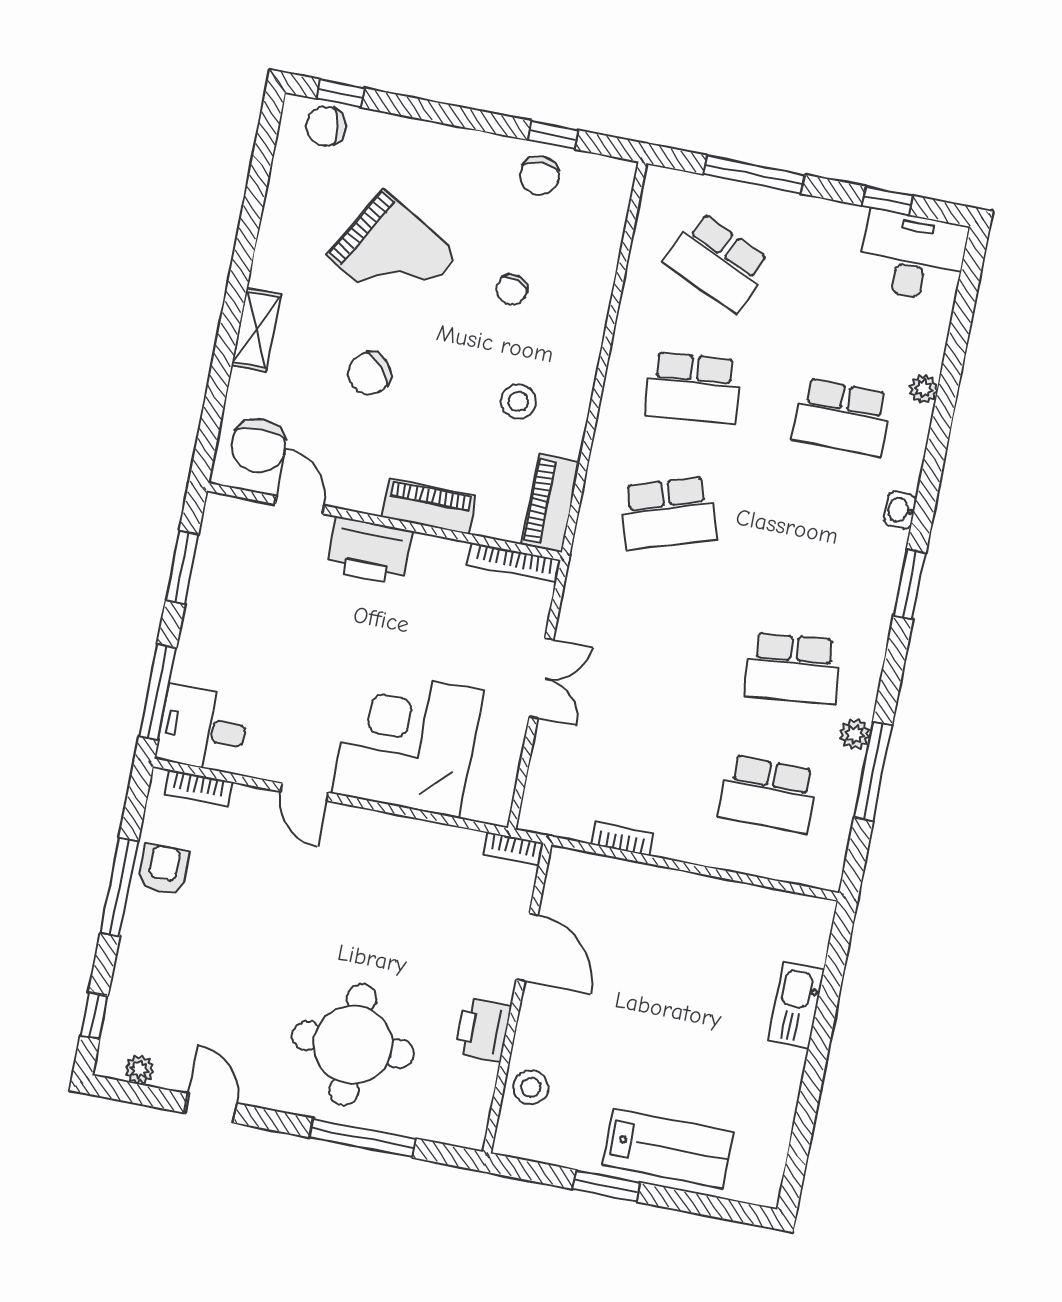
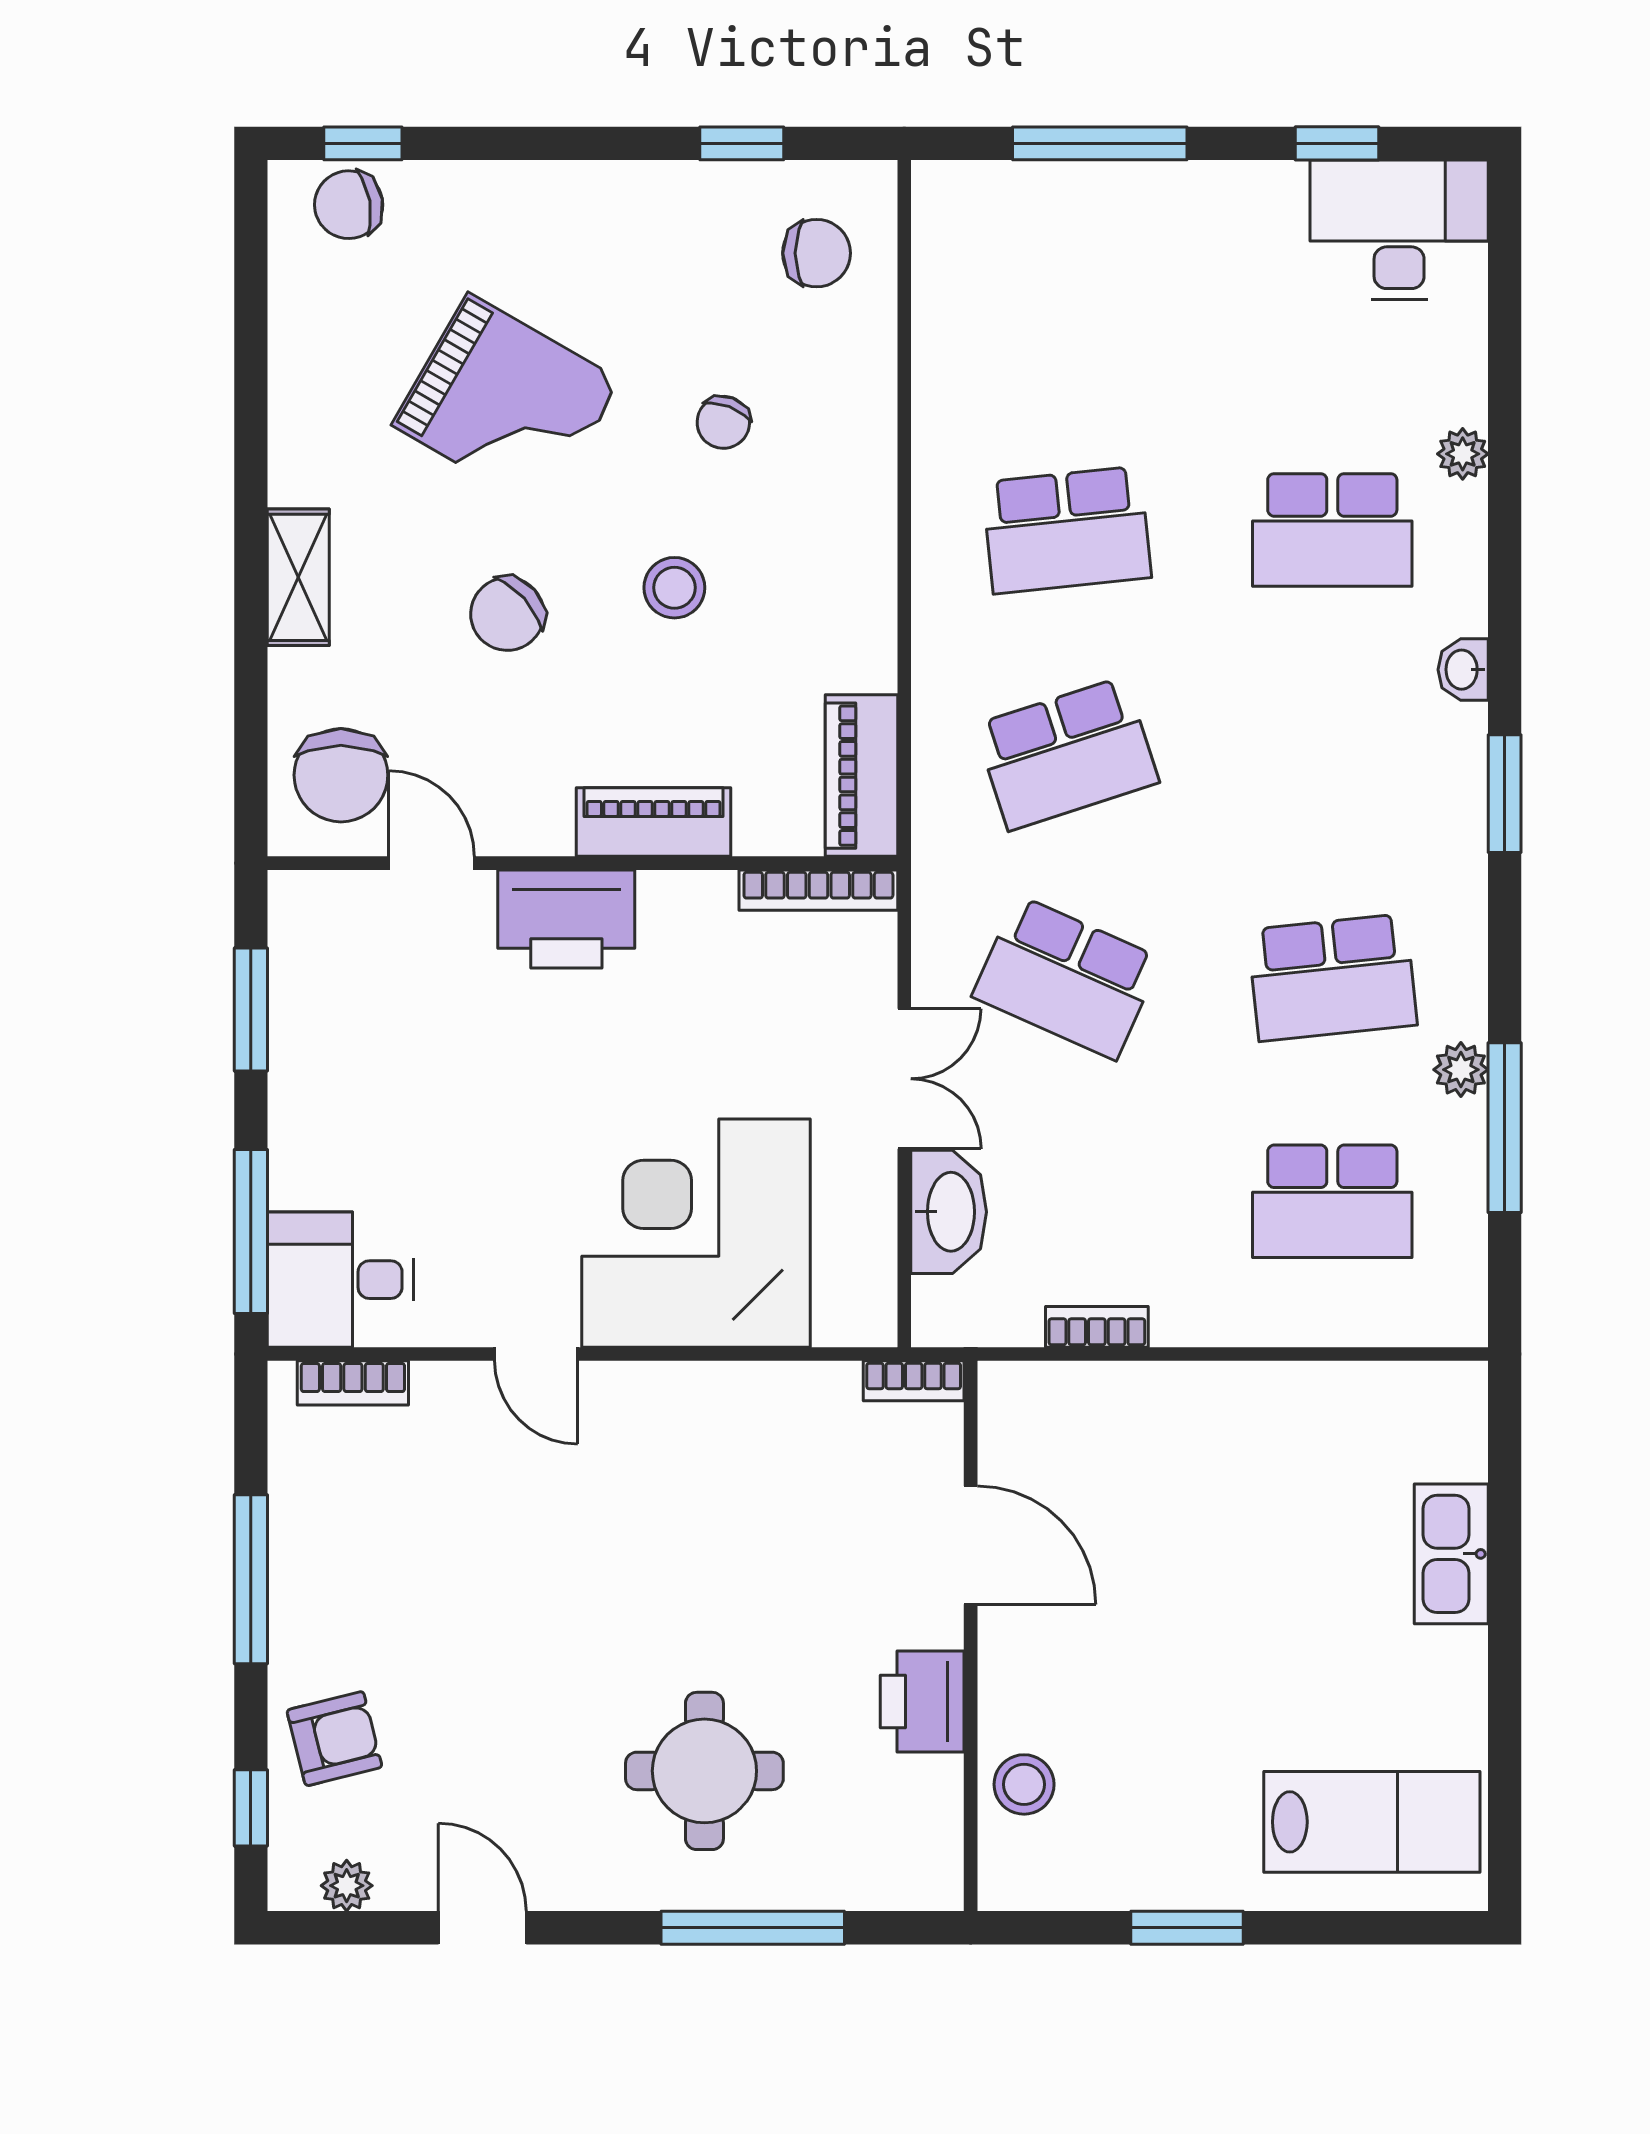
chair: (540, 176) -> (817, 253), moved, turned -90
school desk: (718, 262) -> (1067, 977), moved
stool: (518, 402) -> (674, 588), moved
washbasin: (552, 758) -> (949, 1212), added
armchair: (163, 869) -> (334, 1739), moved, turned 76
round table: (353, 1045) -> (704, 1771), width x0.73, depth x0.73
lab bench: (668, 1148) -> (1372, 1822), moved

